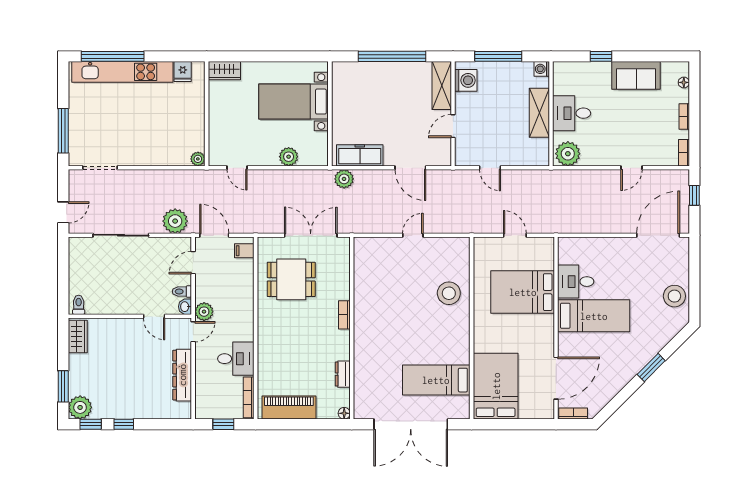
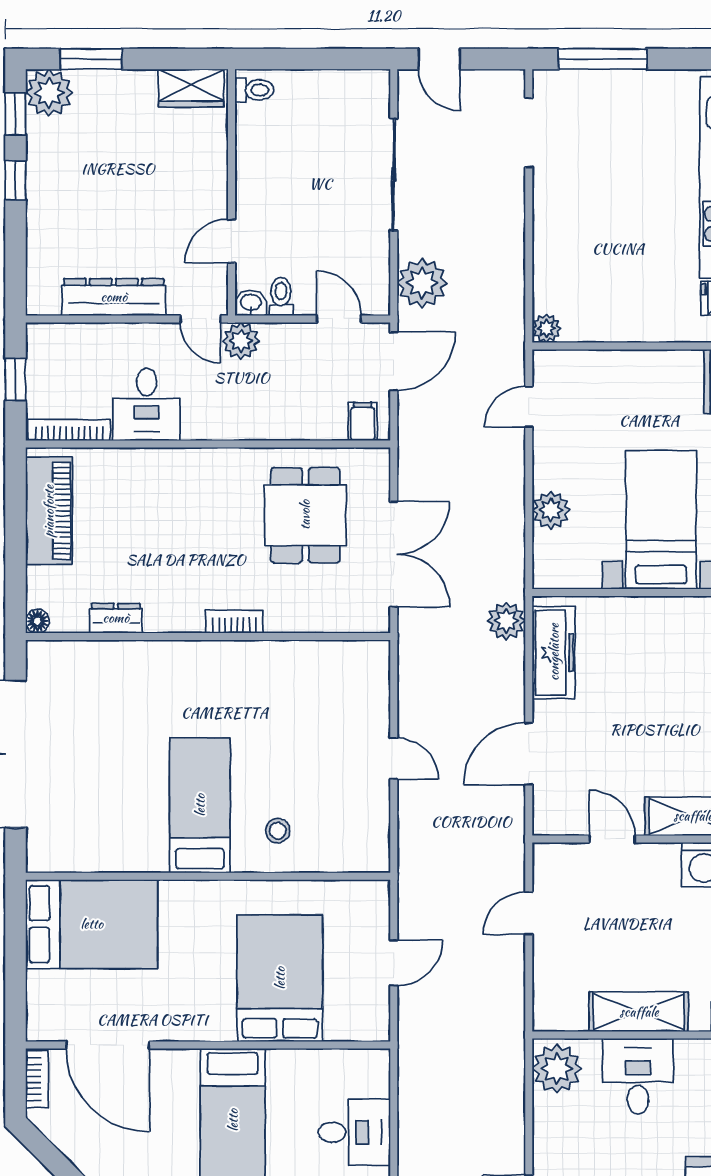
desk: (576, 282) -> (354, 1132), moved, turned 90
stool: (449, 293) -> (278, 831), width x0.53, depth x0.53
bed: (436, 380) -> (200, 805), moved

